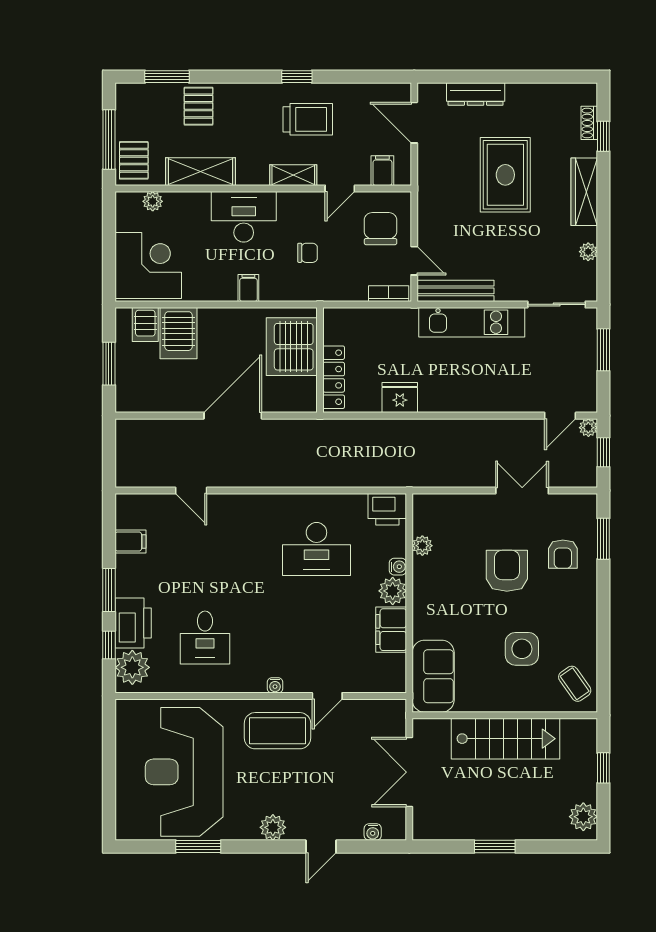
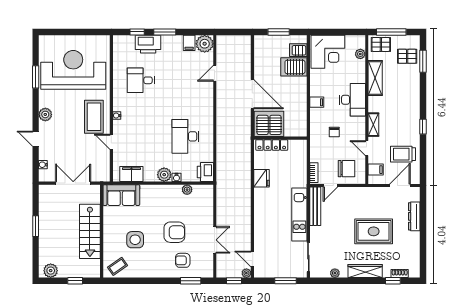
pallet: (198, 106) -> (407, 56), moved
trolley: (308, 119) -> (403, 154), moved, turned 90
server rack: (292, 347) -> (269, 124), moved
filing cabinet: (391, 630) -> (131, 174), moved
plant: (132, 667) -> (205, 44), moved

